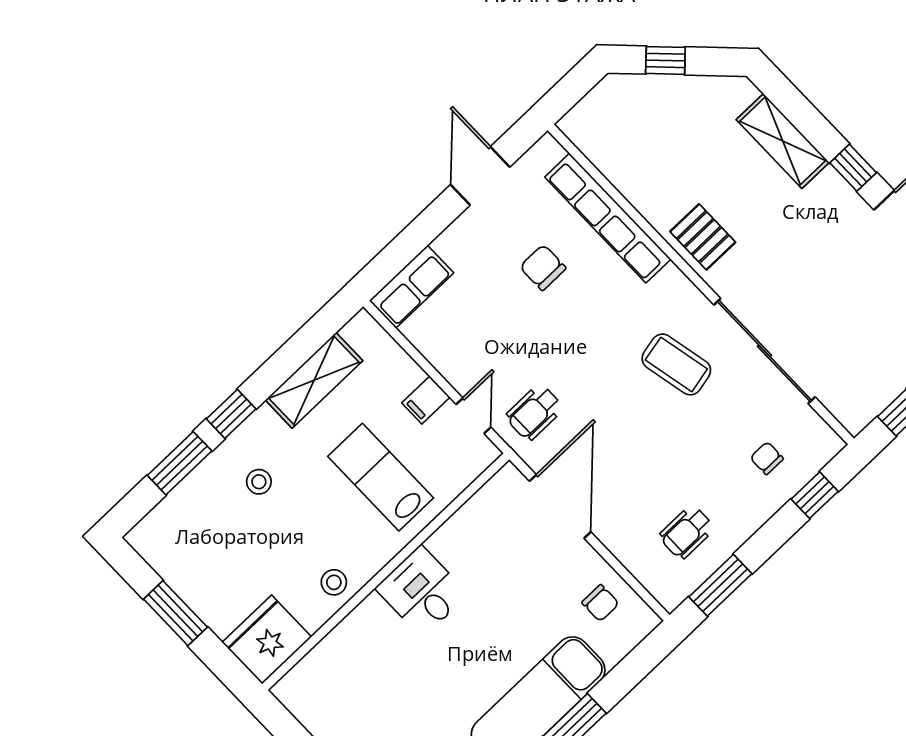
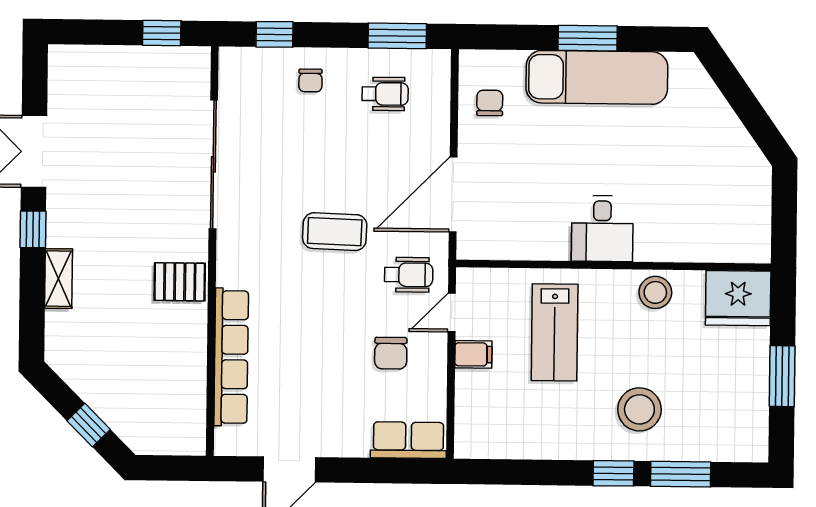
shelving: (783, 141) -> (59, 279), width x0.67, depth x0.75
pallet: (703, 237) -> (180, 282), turned 90
chair: (543, 268) -> (391, 353), moved
coffee table: (676, 364) -> (335, 232), moved, turned -76
shelving: (314, 380) -> (536, 441), removed
chair: (767, 458) -> (310, 80), moved
stool: (259, 482) -> (639, 409), width x1.89, depth x1.89
stool: (334, 582) -> (655, 292), width x1.37, depth x1.37

